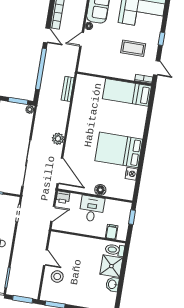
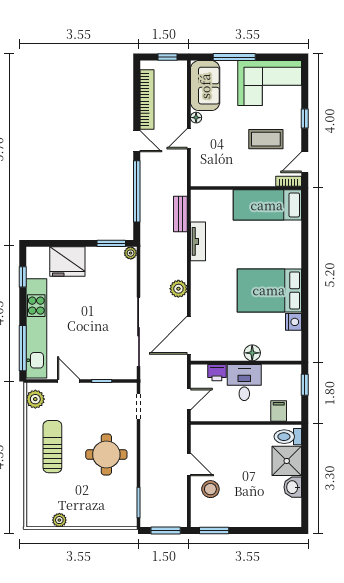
door: (157, 68) -> (305, 162), swing flipped
tv unit: (76, 109) -> (198, 241), added
door: (60, 171) -> (189, 335), swing flipped
printer: (63, 197) -> (217, 373), moved

